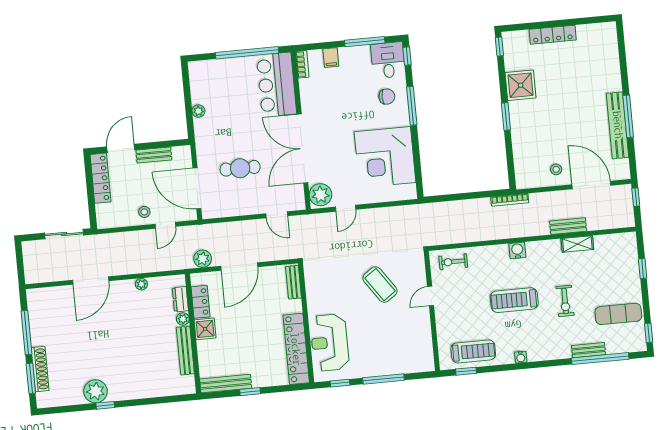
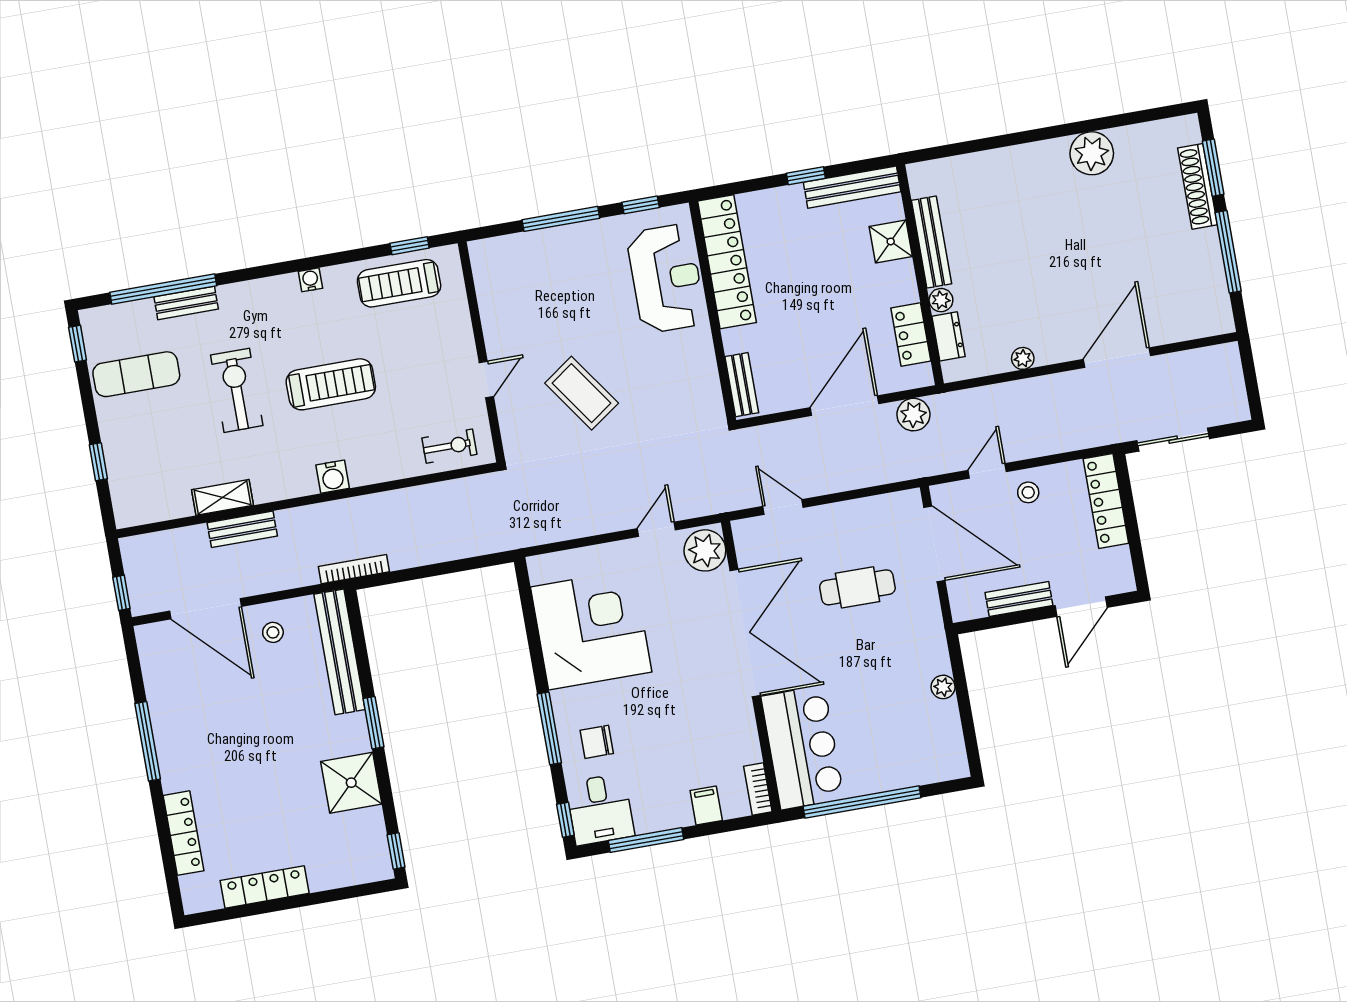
locker: (553, 35) -> (265, 887), moved
locker: (613, 65) -> (184, 833), added
bench: (618, 125) -> (339, 652), moved
locker: (100, 178) -> (1106, 501), moved
exercise bike: (565, 301) -> (237, 390), width x1.38, depth x1.39
shower: (205, 329) -> (891, 241), moved
window: (105, 405) -> (1072, 129), removed

